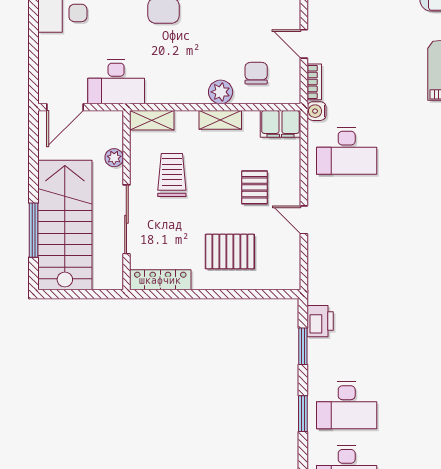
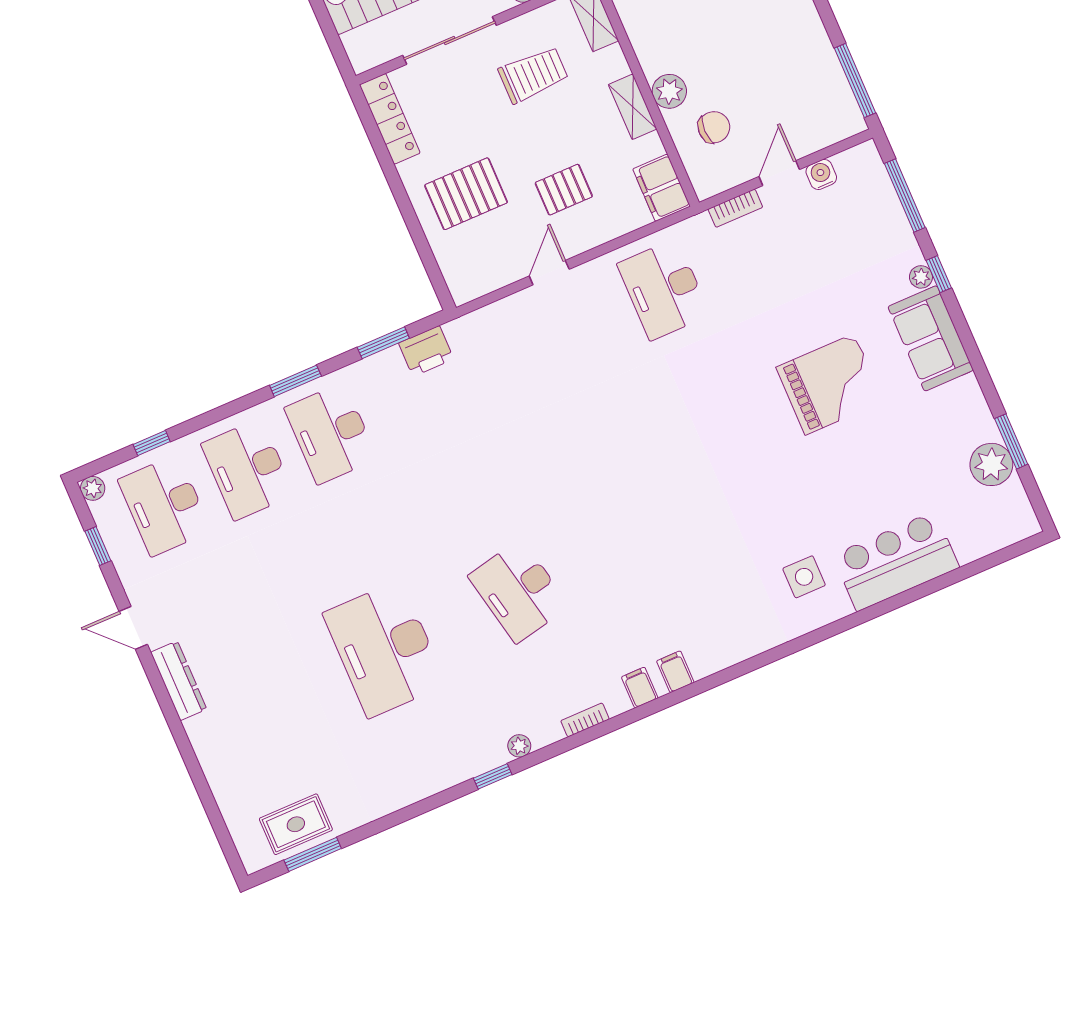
water cooler: (317, 111) -> (821, 174), moved
pallet: (230, 251) -> (466, 194), turned 90

